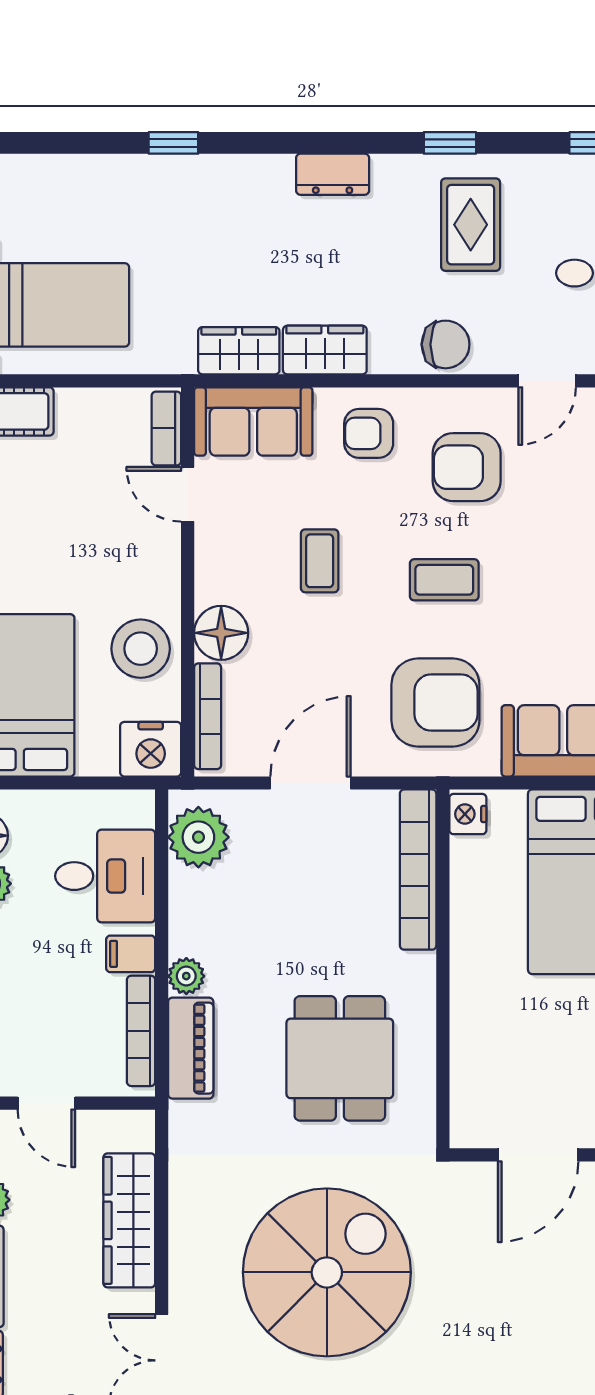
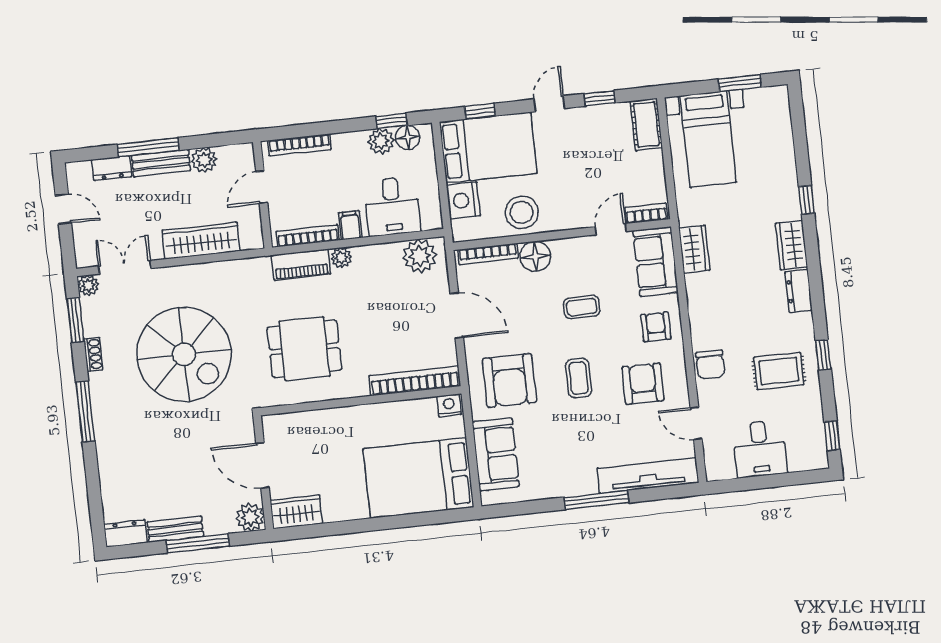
wardrobe: (325, 350) -> (792, 245), moved, turned 180
nightstand: (151, 749) -> (463, 200), moved

